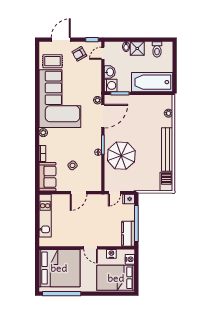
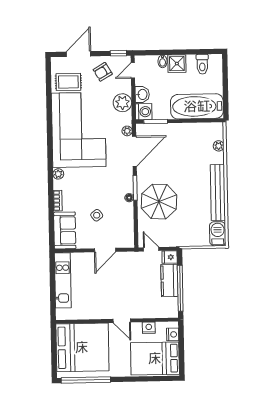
plant: (94, 78) -> (122, 103), added
door: (114, 193) -> (151, 249), swing flipped
kitchen counter: (128, 234) -> (169, 281), moved

